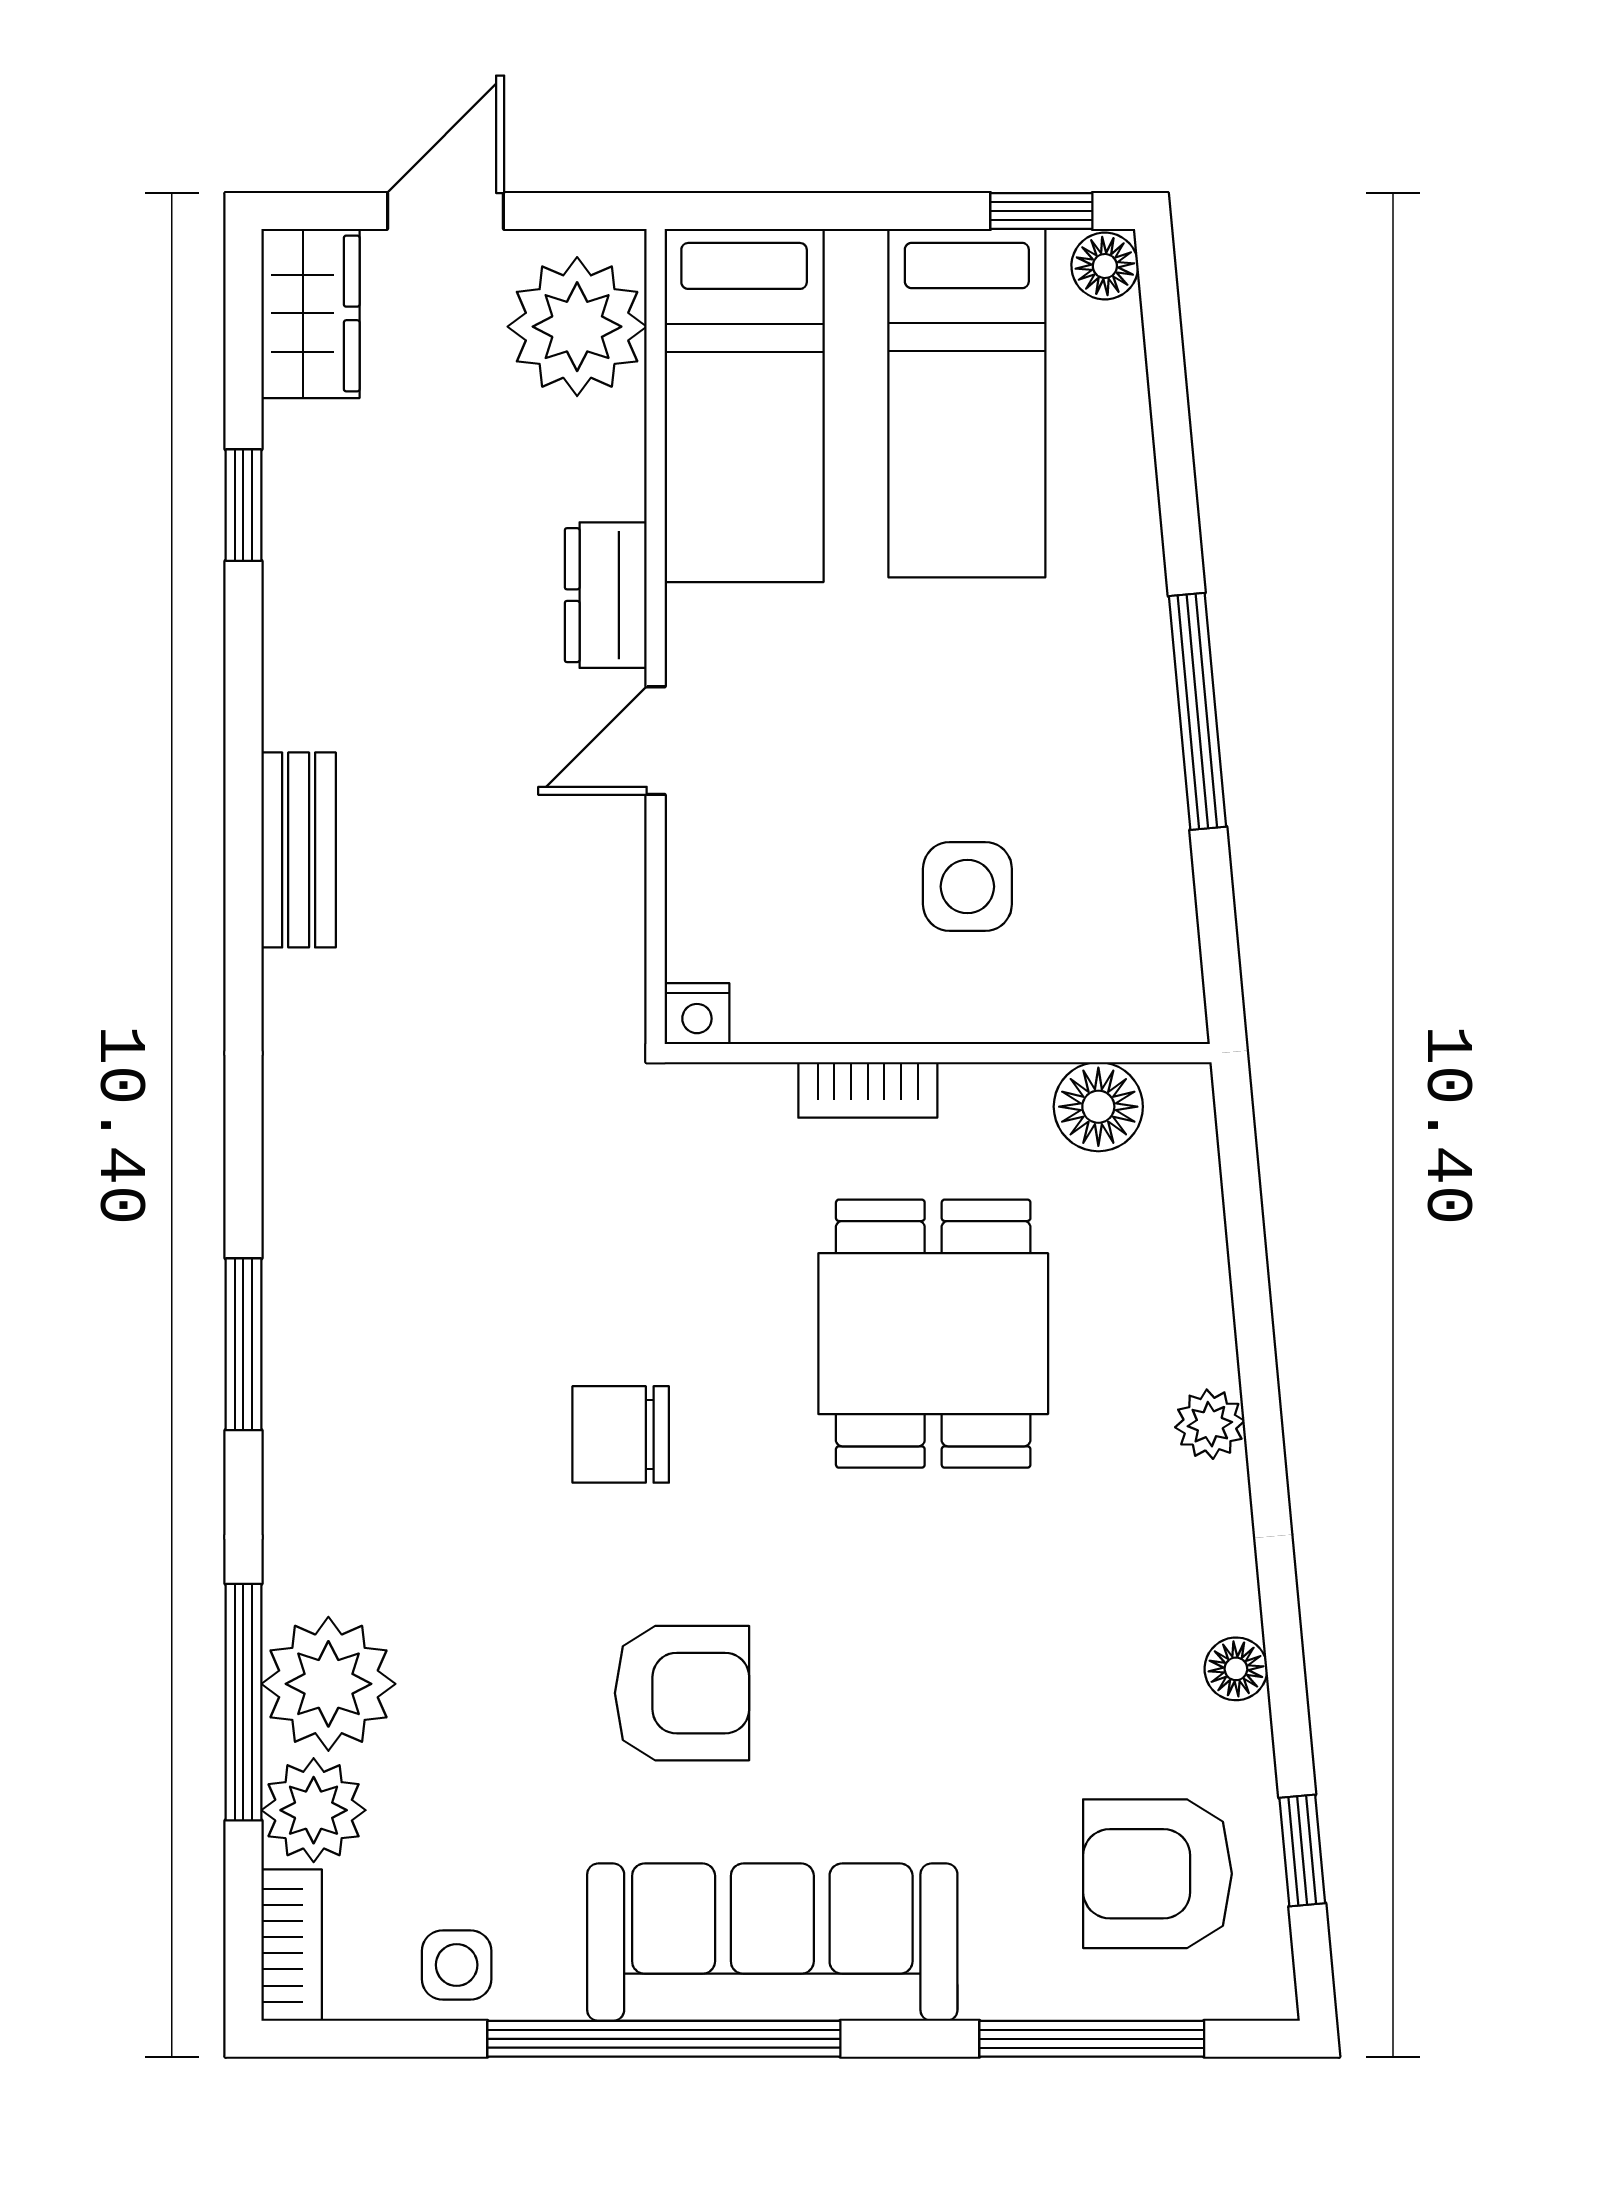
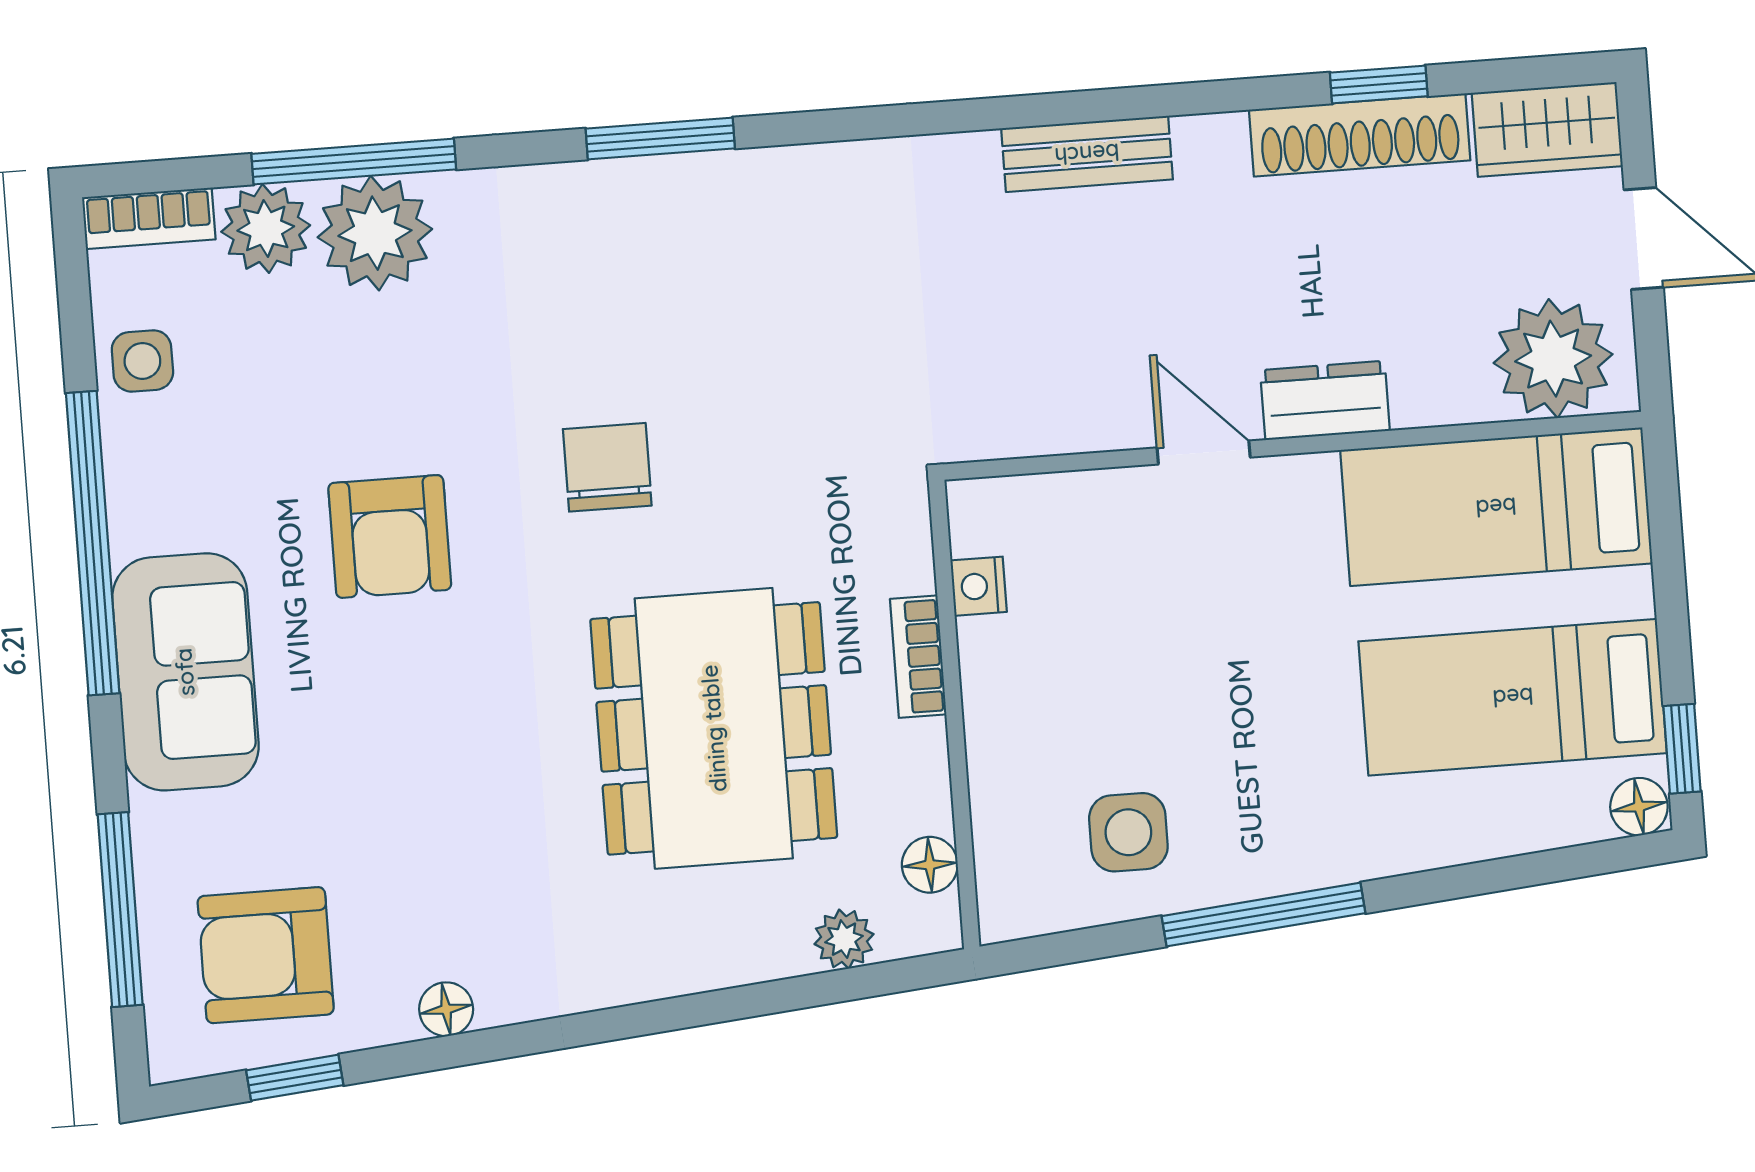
shoe rack: (300, 532) -> (1360, 135), added
side table: (967, 887) -> (1128, 832), moved
nightstand: (697, 1014) -> (979, 586), moved
floor lamp: (1098, 1107) -> (930, 865), width x0.73, depth x0.73
dining table: (933, 1334) -> (714, 728), width x1.38
plant: (1210, 1424) -> (844, 939), moved
armchair: (1157, 1874) -> (266, 955), turned -90
sofa: (772, 1942) -> (185, 672), width x0.73

